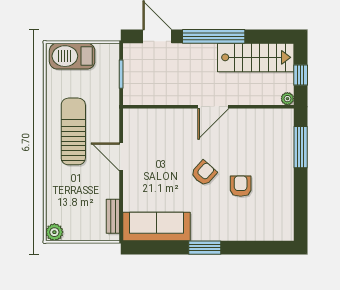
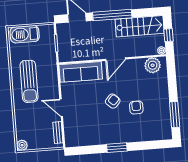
plant: (272, 121) -> (153, 65), added
sun lounger: (73, 131) -> (29, 81), turned 180
window: (301, 147) -> (175, 115), moved
door: (121, 157) -> (61, 108), moved
sofa: (157, 227) -> (81, 72), moved, turned 180

